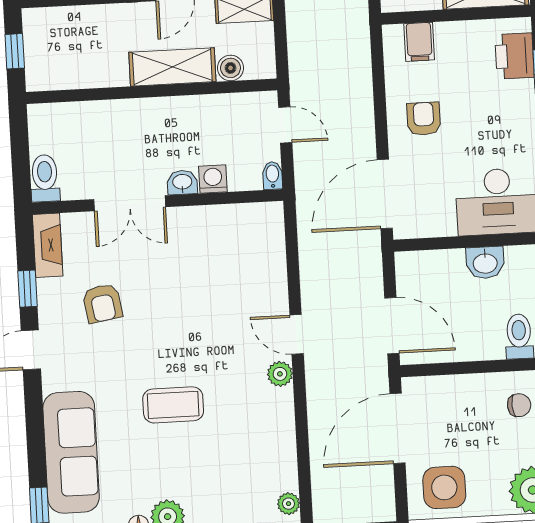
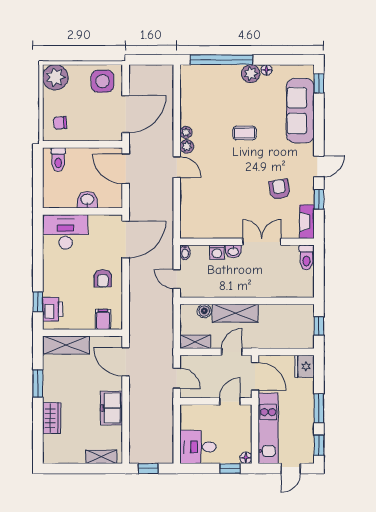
washbasin: (485, 263) -> (87, 200), moved
coffee table: (173, 405) -> (245, 133), width x0.73, depth x0.77
plant: (289, 504) -> (186, 132), moved

